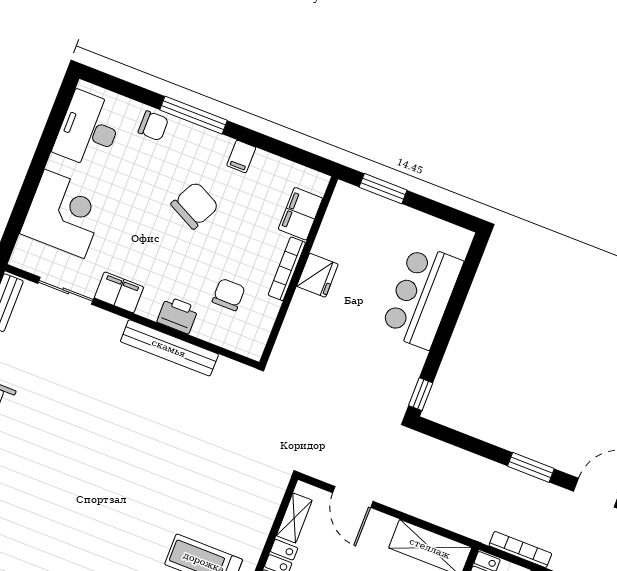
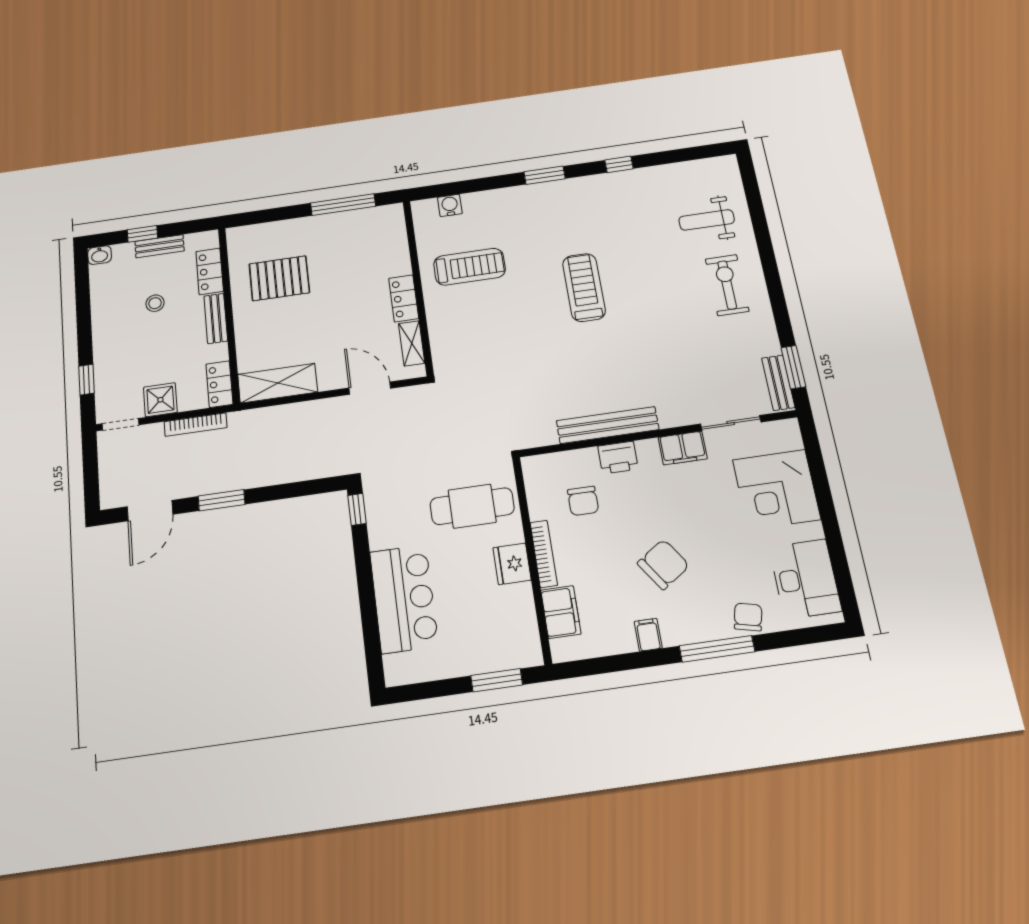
chair: (153, 126) -> (748, 617), turned 103
chair: (195, 205) -> (663, 564), turned -151
cafe table: (323, 342) -> (472, 506), added
treadmill: (115, 484) -> (584, 287), added

